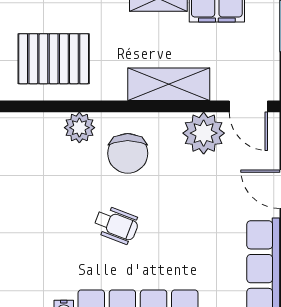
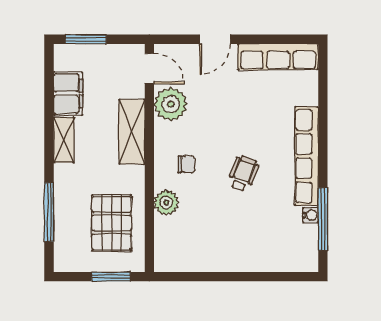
door: (248, 106) -> (149, 69), hinge flipped
chair: (128, 153) -> (187, 164), width x0.54, depth x0.54

